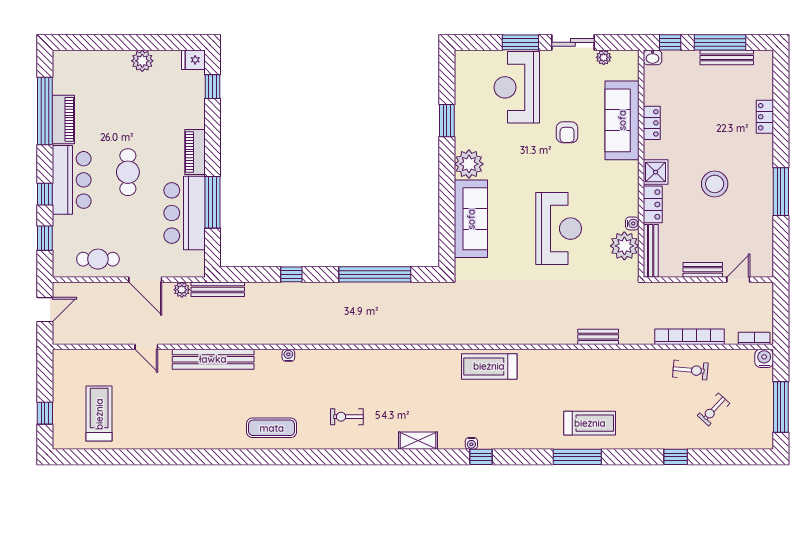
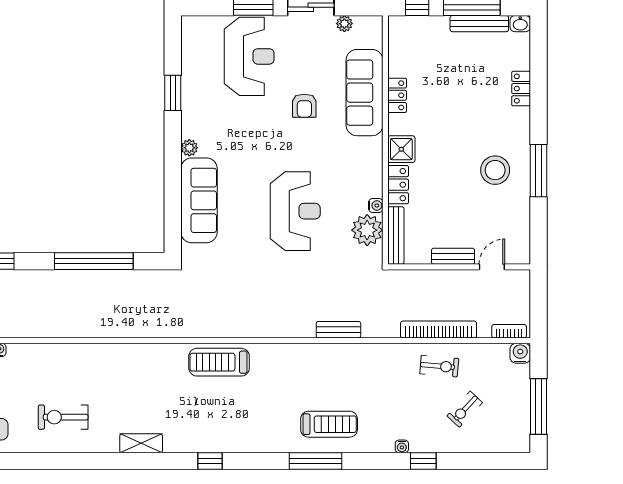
washbasin: (653, 57) -> (520, 24), moved
reception desk: (517, 87) -> (249, 56), turned 180
plant: (469, 164) -> (189, 148), width x0.53, depth x0.53
stool: (715, 184) -> (495, 170), moved
exercise bike: (347, 417) -> (63, 417), width x1.38, depth x1.39
water cooler: (471, 443) -> (402, 446), moved

